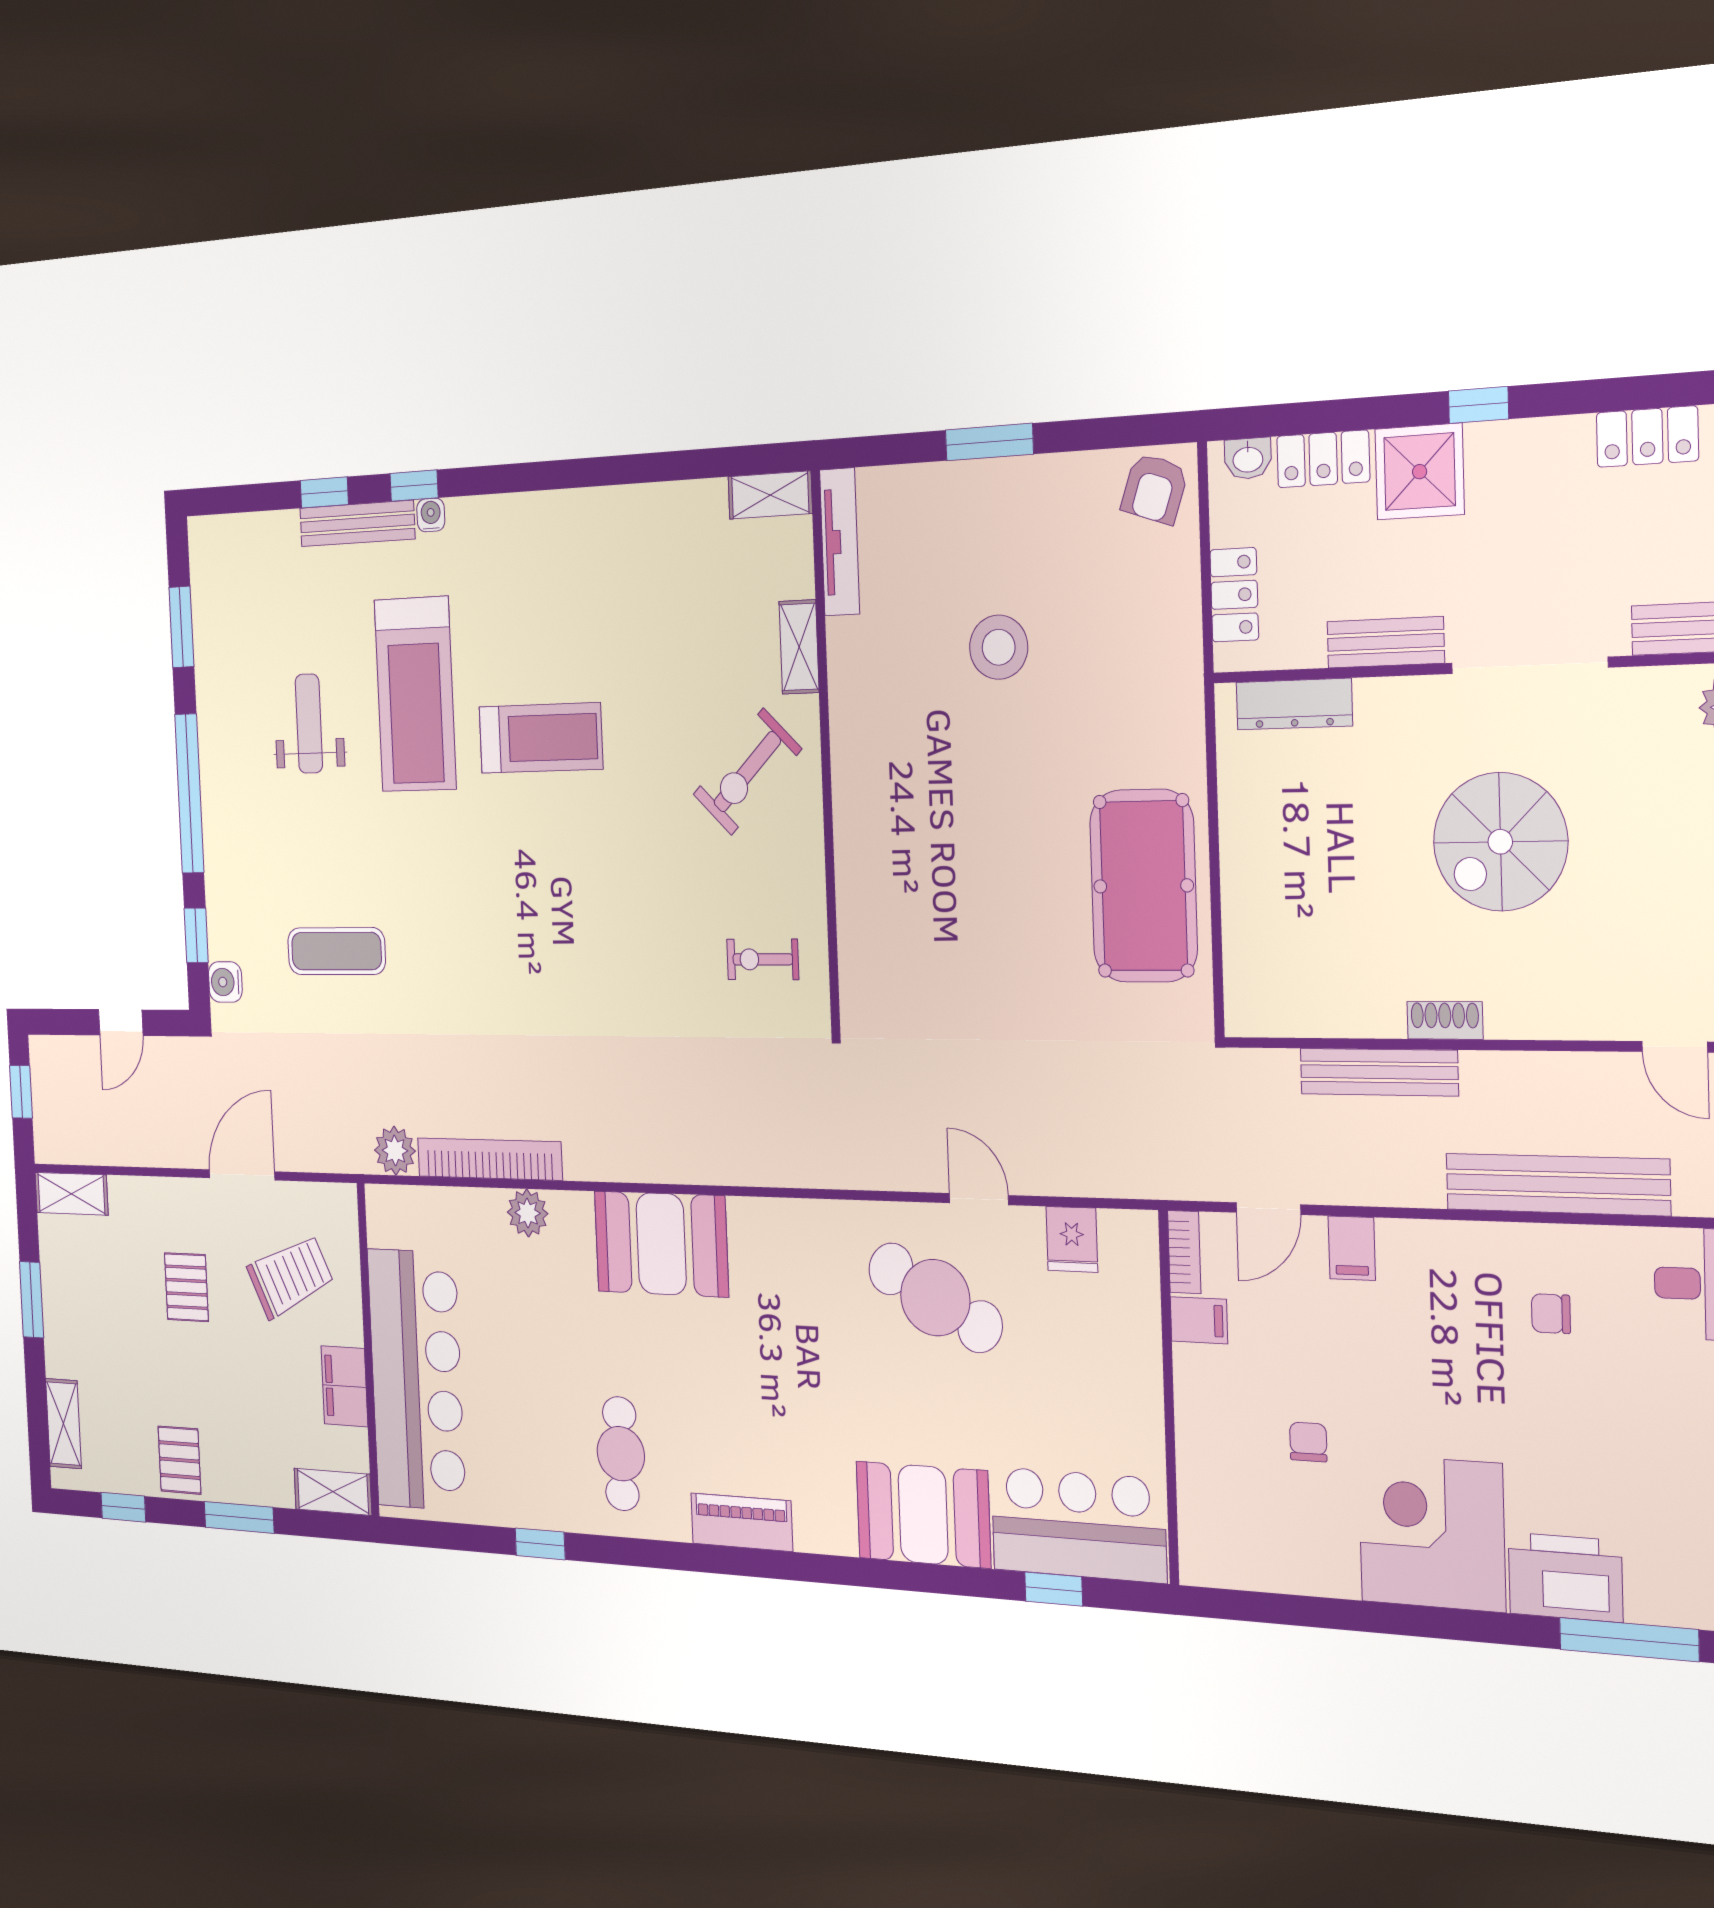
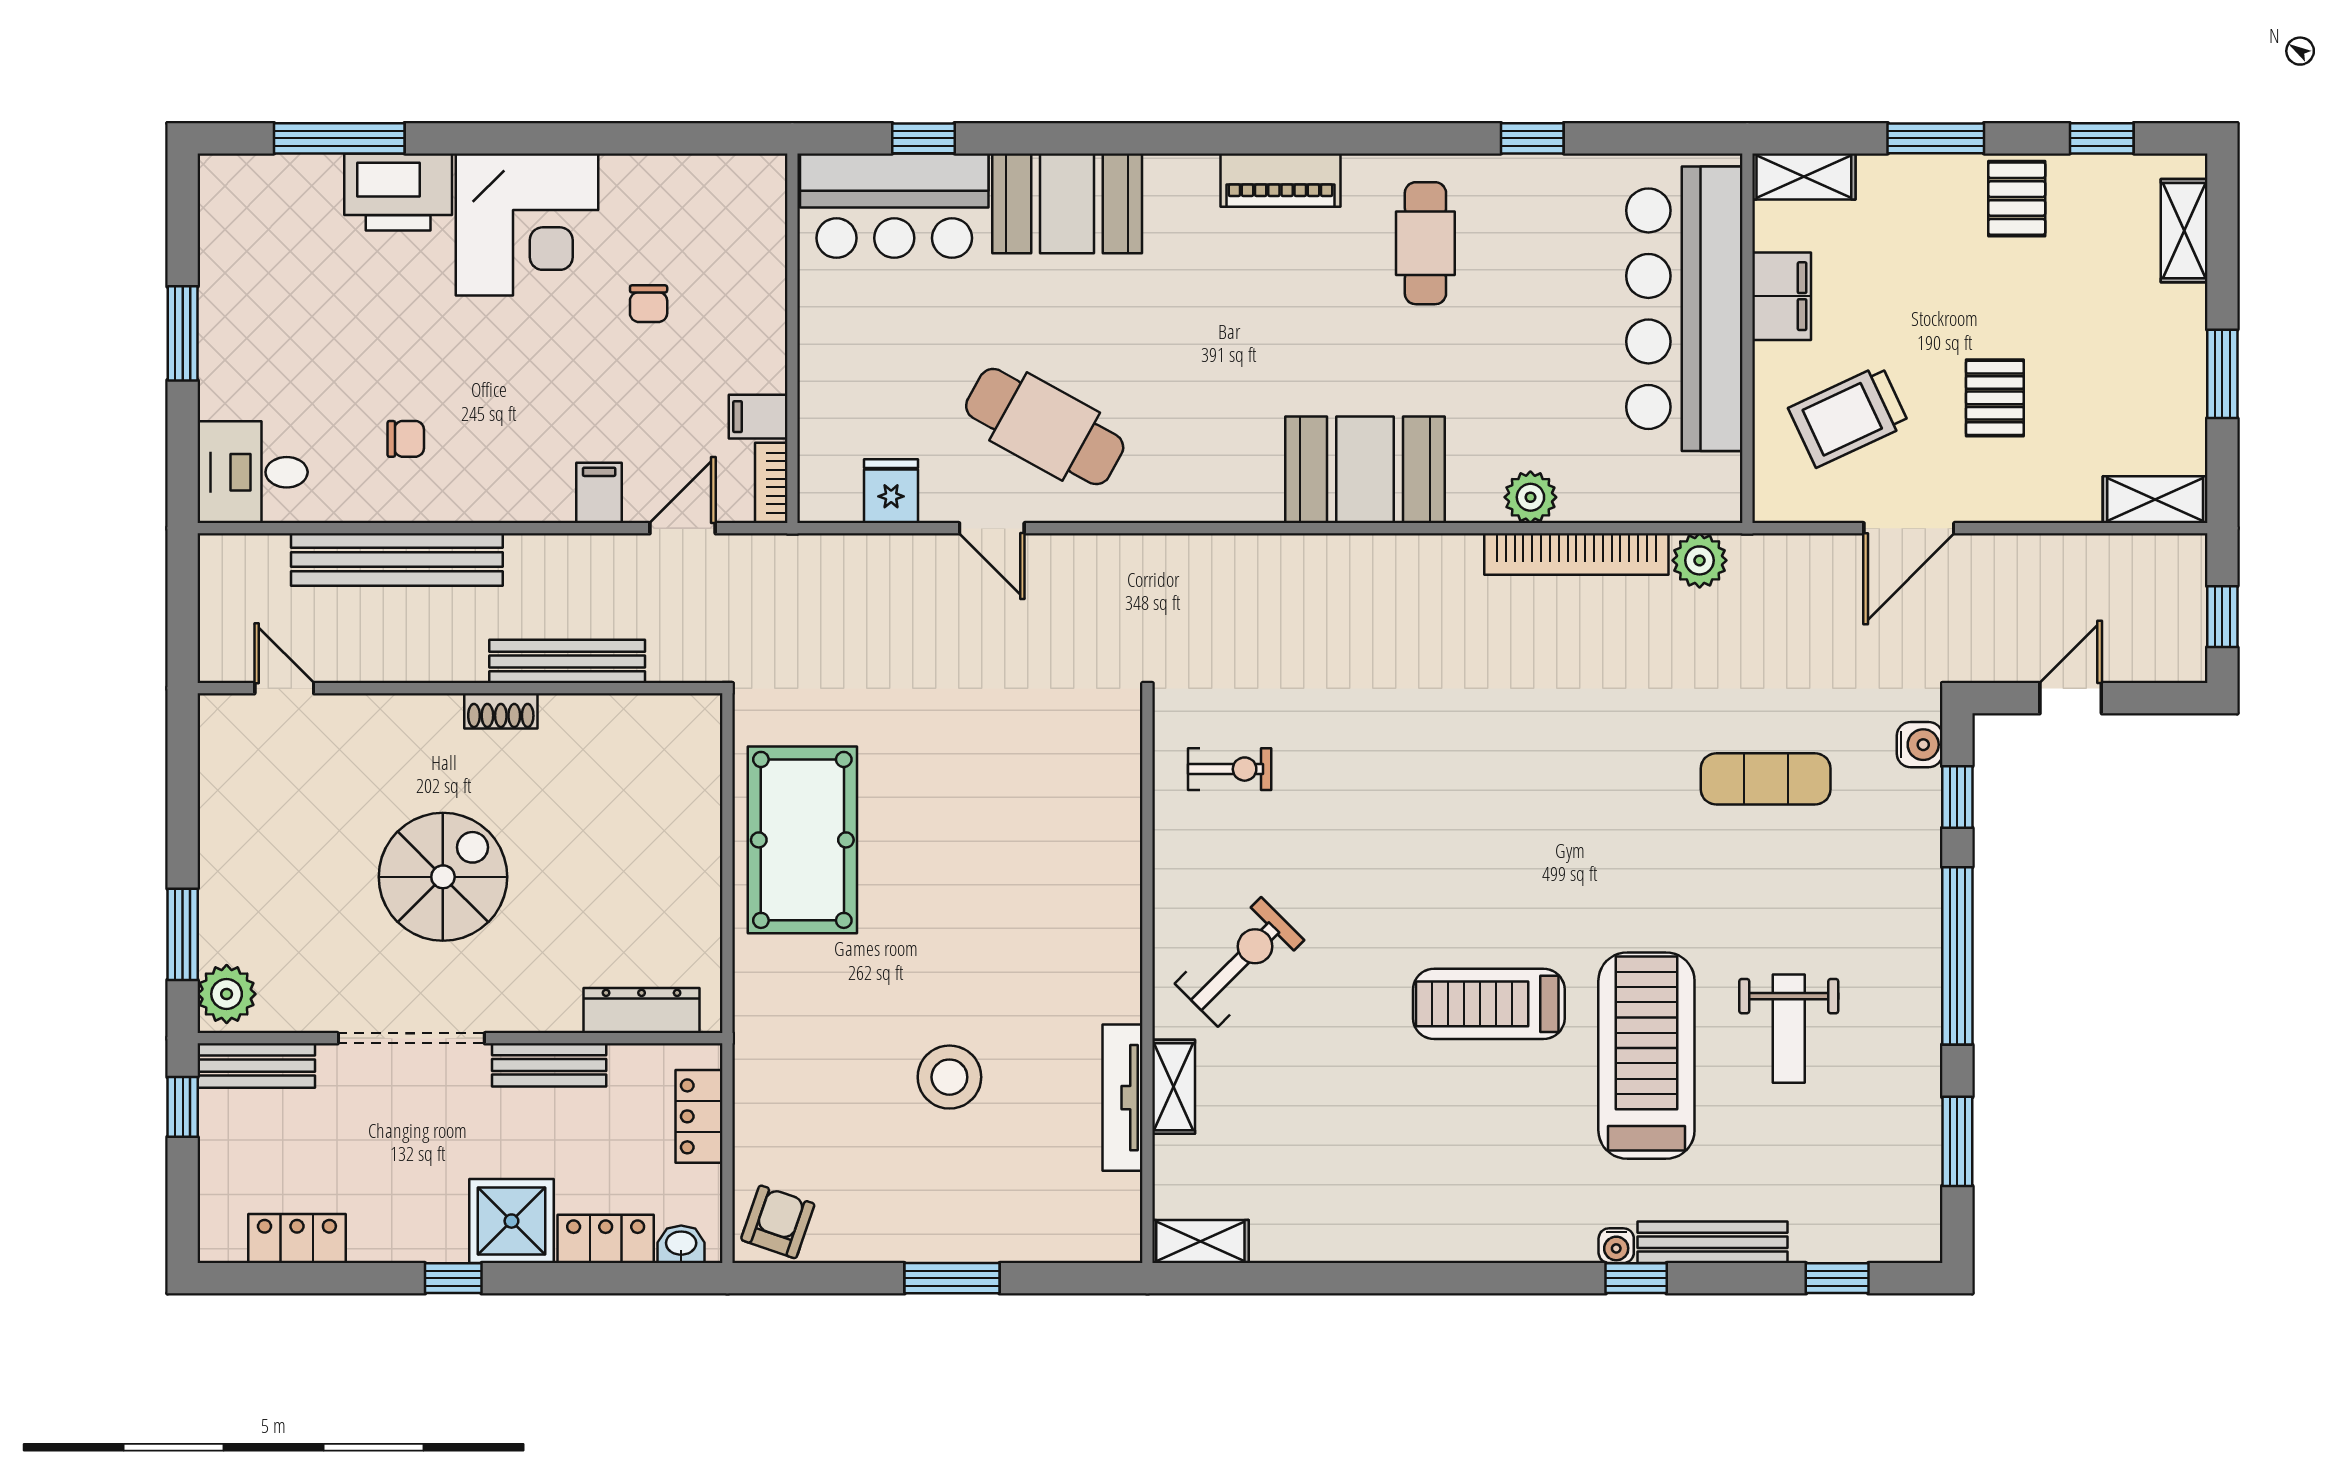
window: (324, 492) -> (1837, 1278), moved
tv unit: (840, 542) -> (1123, 1098), moved

